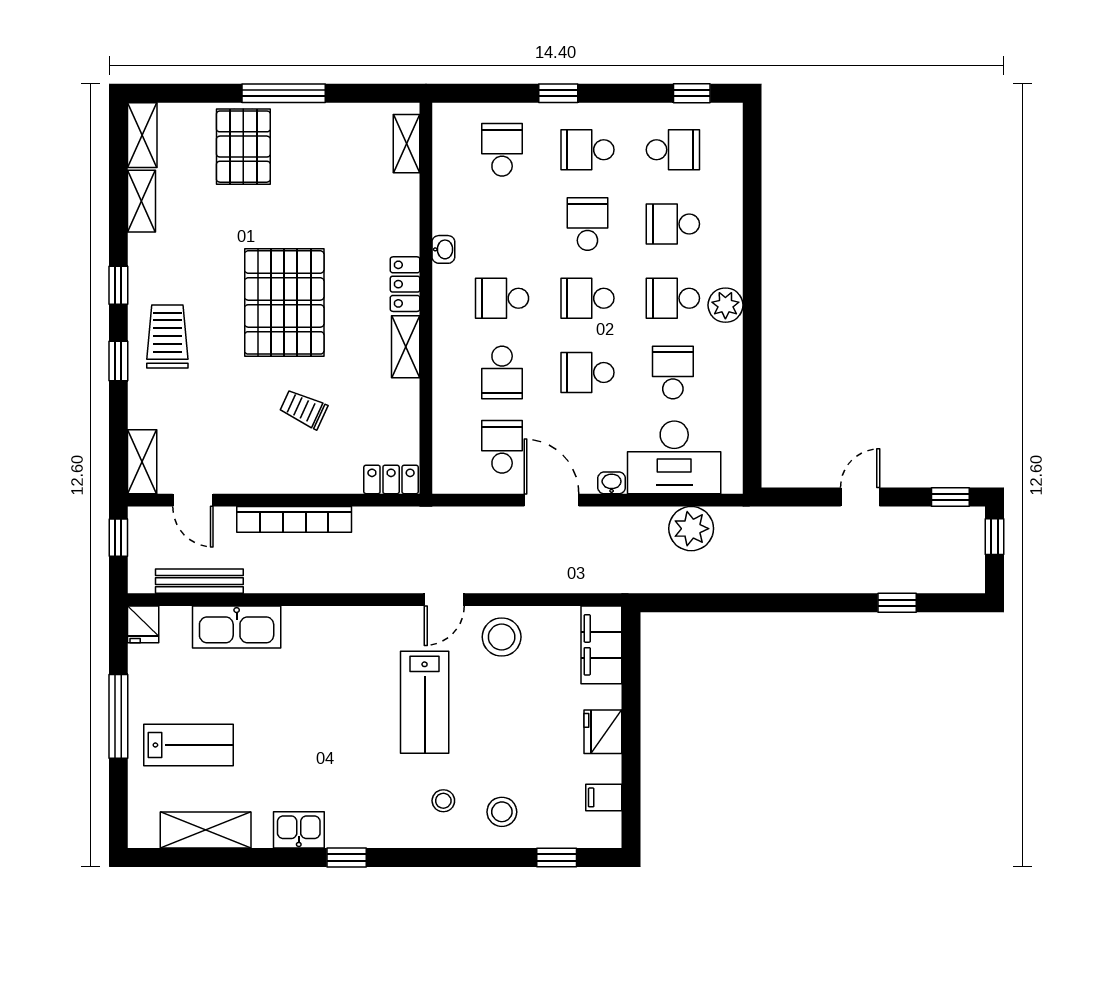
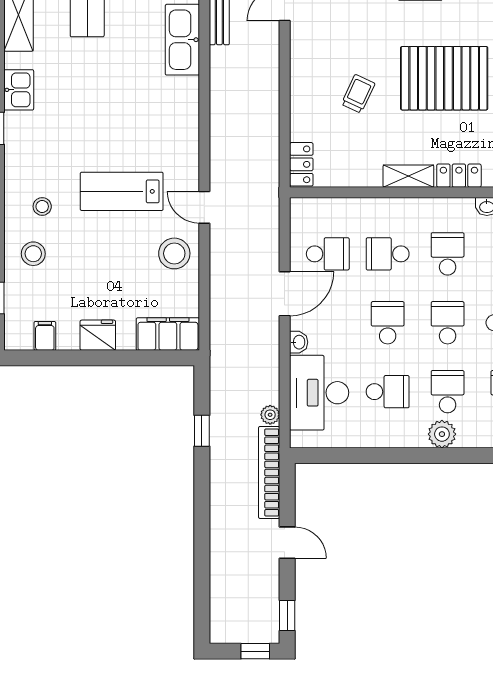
bookcase: (294, 519) -> (269, 472), moved
plant: (691, 529) -> (270, 415), width x0.53, depth x0.53
window: (897, 603) -> (202, 431), moved

